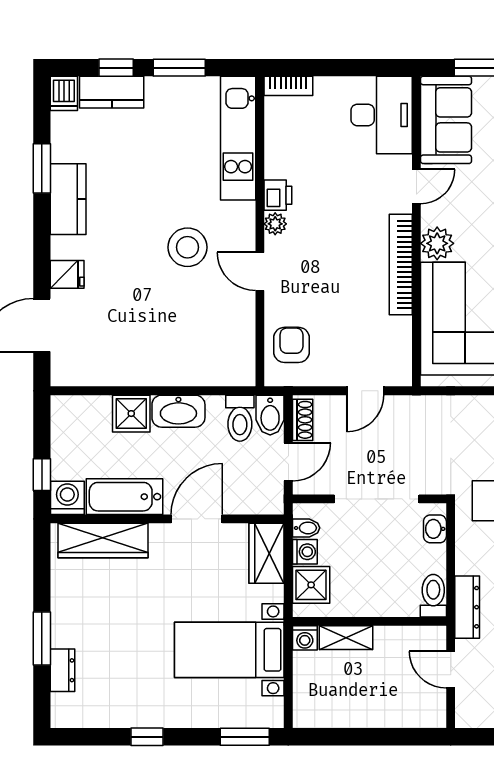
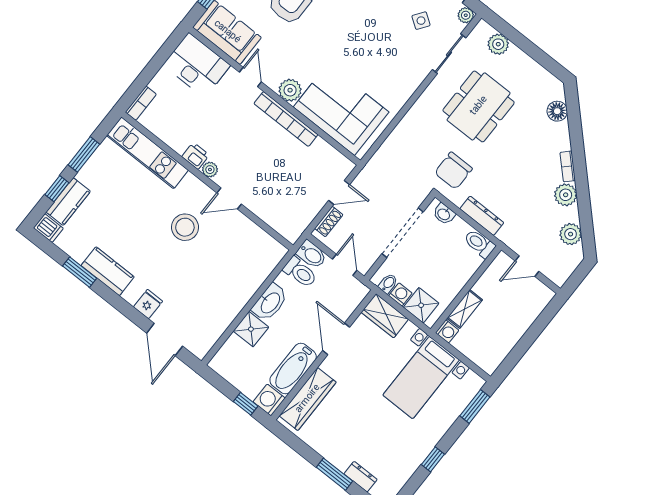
armchair: (291, 345) -> (283, 213), removed
door: (365, 391) -> (339, 193), hinge flipped
shoe rack: (303, 420) -> (329, 222), moved, turned 90
dresser: (467, 607) -> (482, 216), moved

